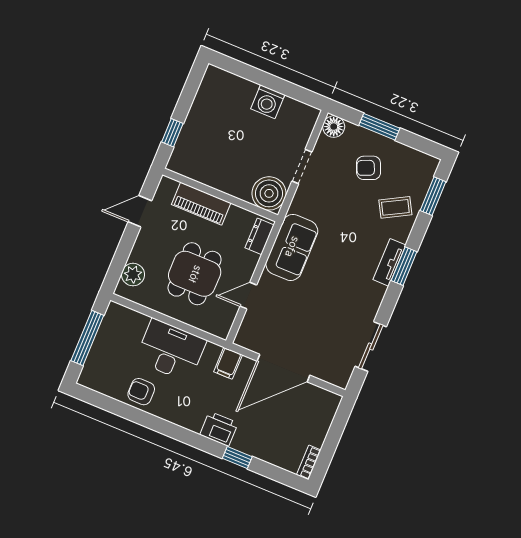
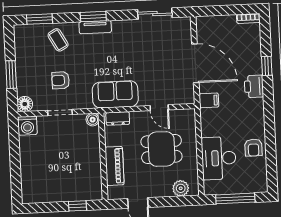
washing machine: (268, 102) -> (27, 126), moved, turned 90
armchair: (369, 168) -> (61, 80), moved, turned 113
boiler: (269, 193) -> (93, 120), width x0.54, depth x0.54
desk: (171, 350) -> (219, 158), moved

